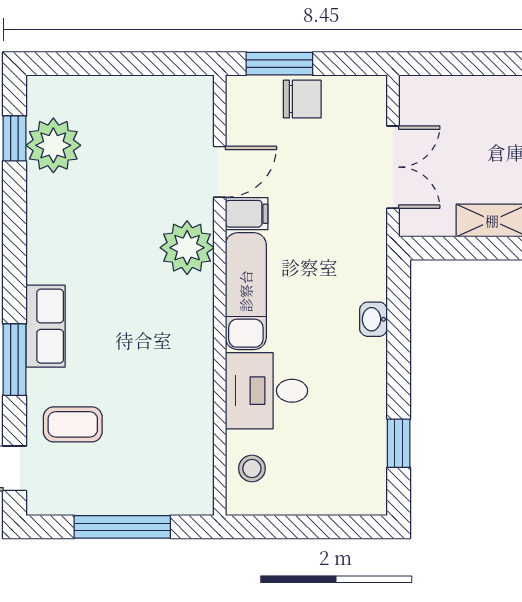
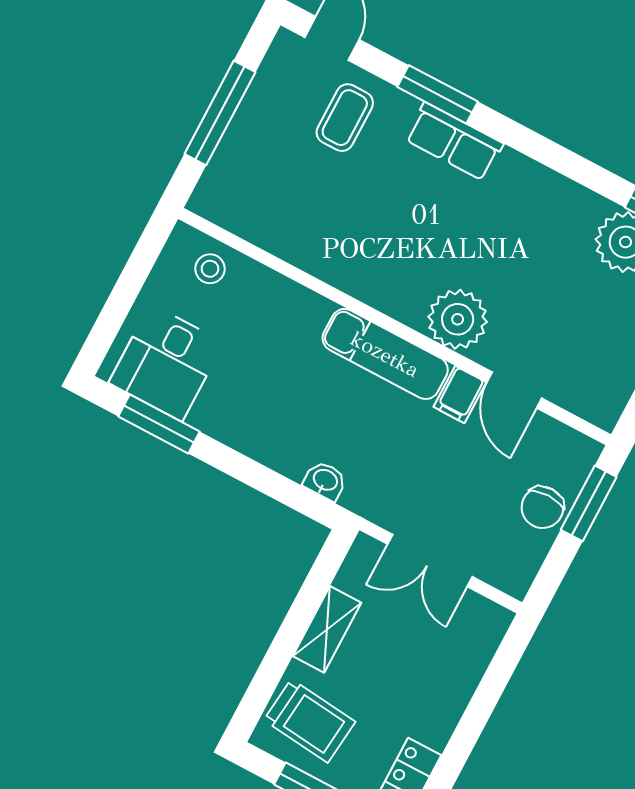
washbasin: (373, 319) -> (325, 481), moved
desk: (266, 391) -> (166, 363), moved, turned 180
window: (399, 443) -> (159, 424), width x1.50

